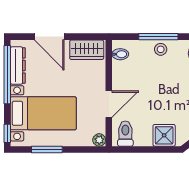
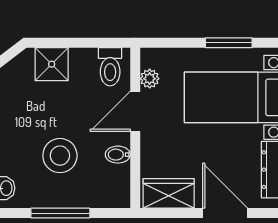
stool: (161, 49) -> (60, 156), moved, width x1.89, depth x1.89
bidet: (120, 54) -> (118, 155), moved
plant: (99, 140) -> (150, 79), moved

